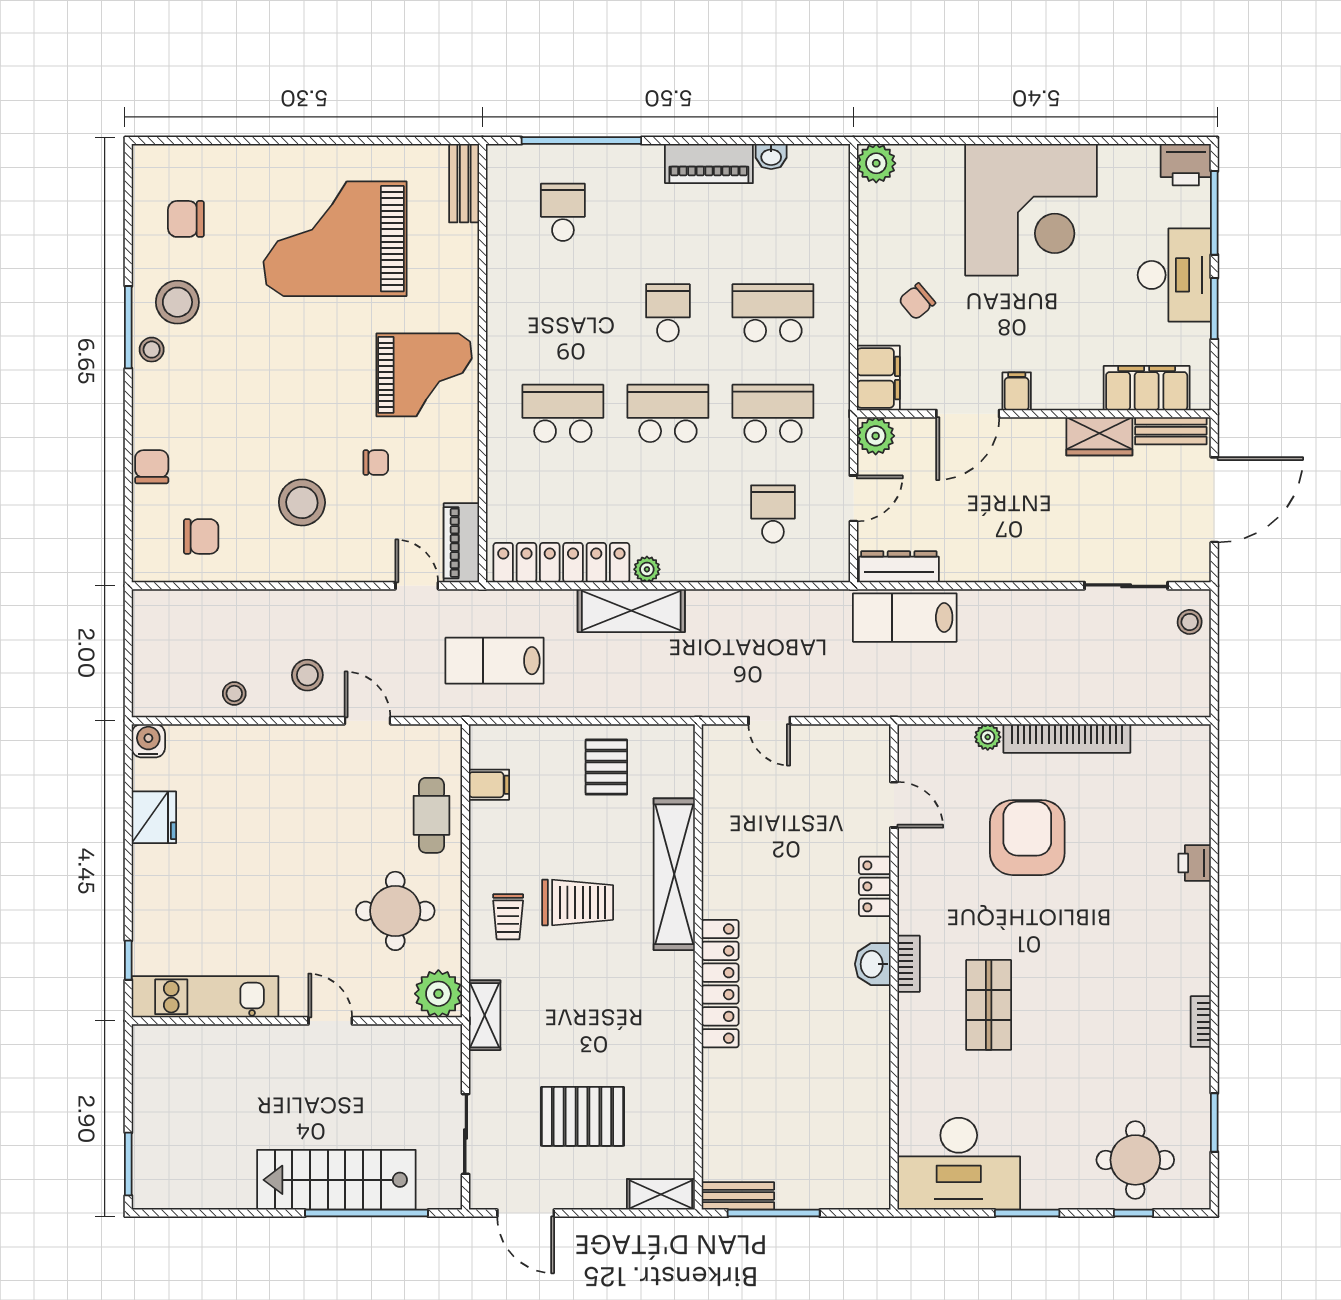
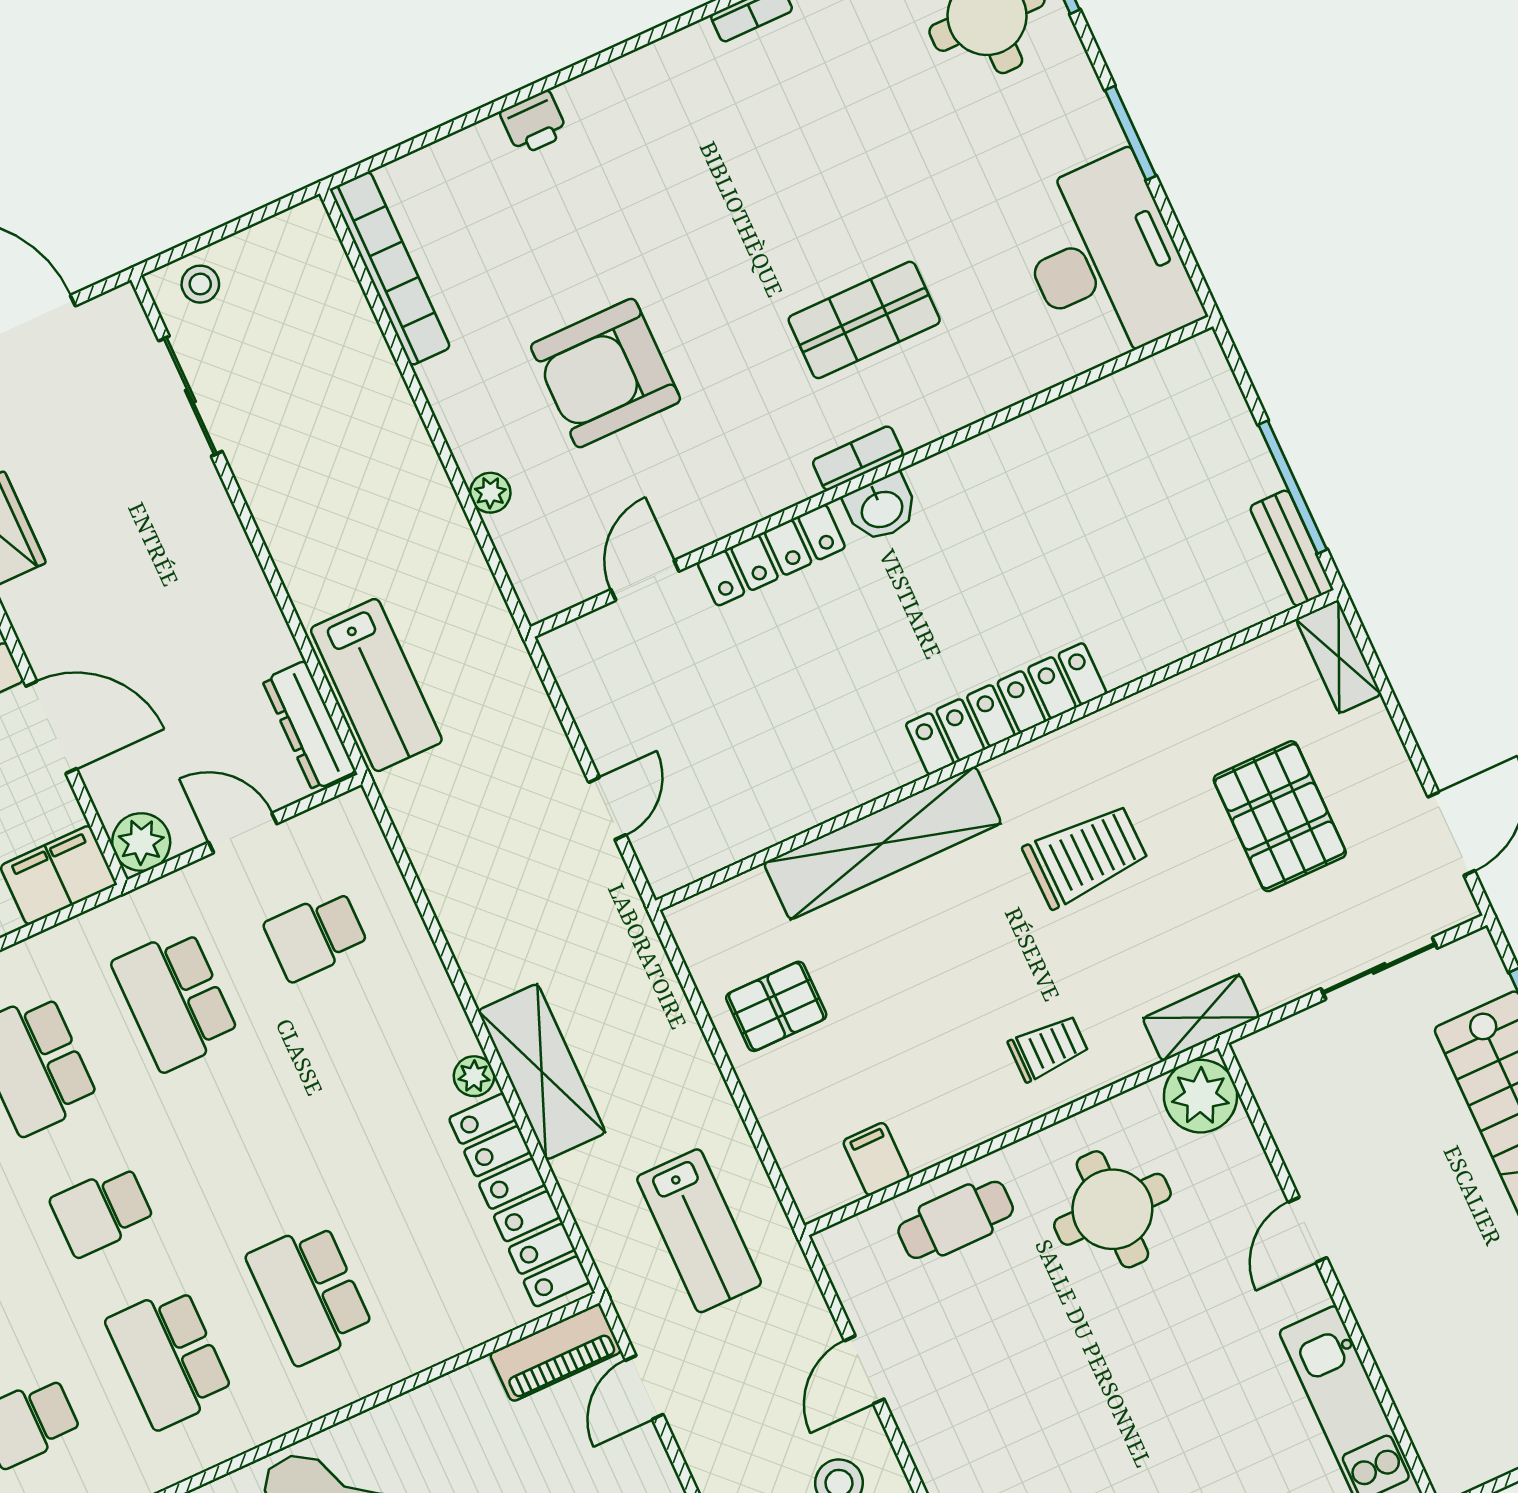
school desk: (668, 413) -> (169, 1358), moved
bookcase: (1067, 738) -> (390, 268), moved
locker: (875, 886) -> (771, 555), width x1.53
trolley: (578, 902) -> (1086, 856), moved, turned 89

